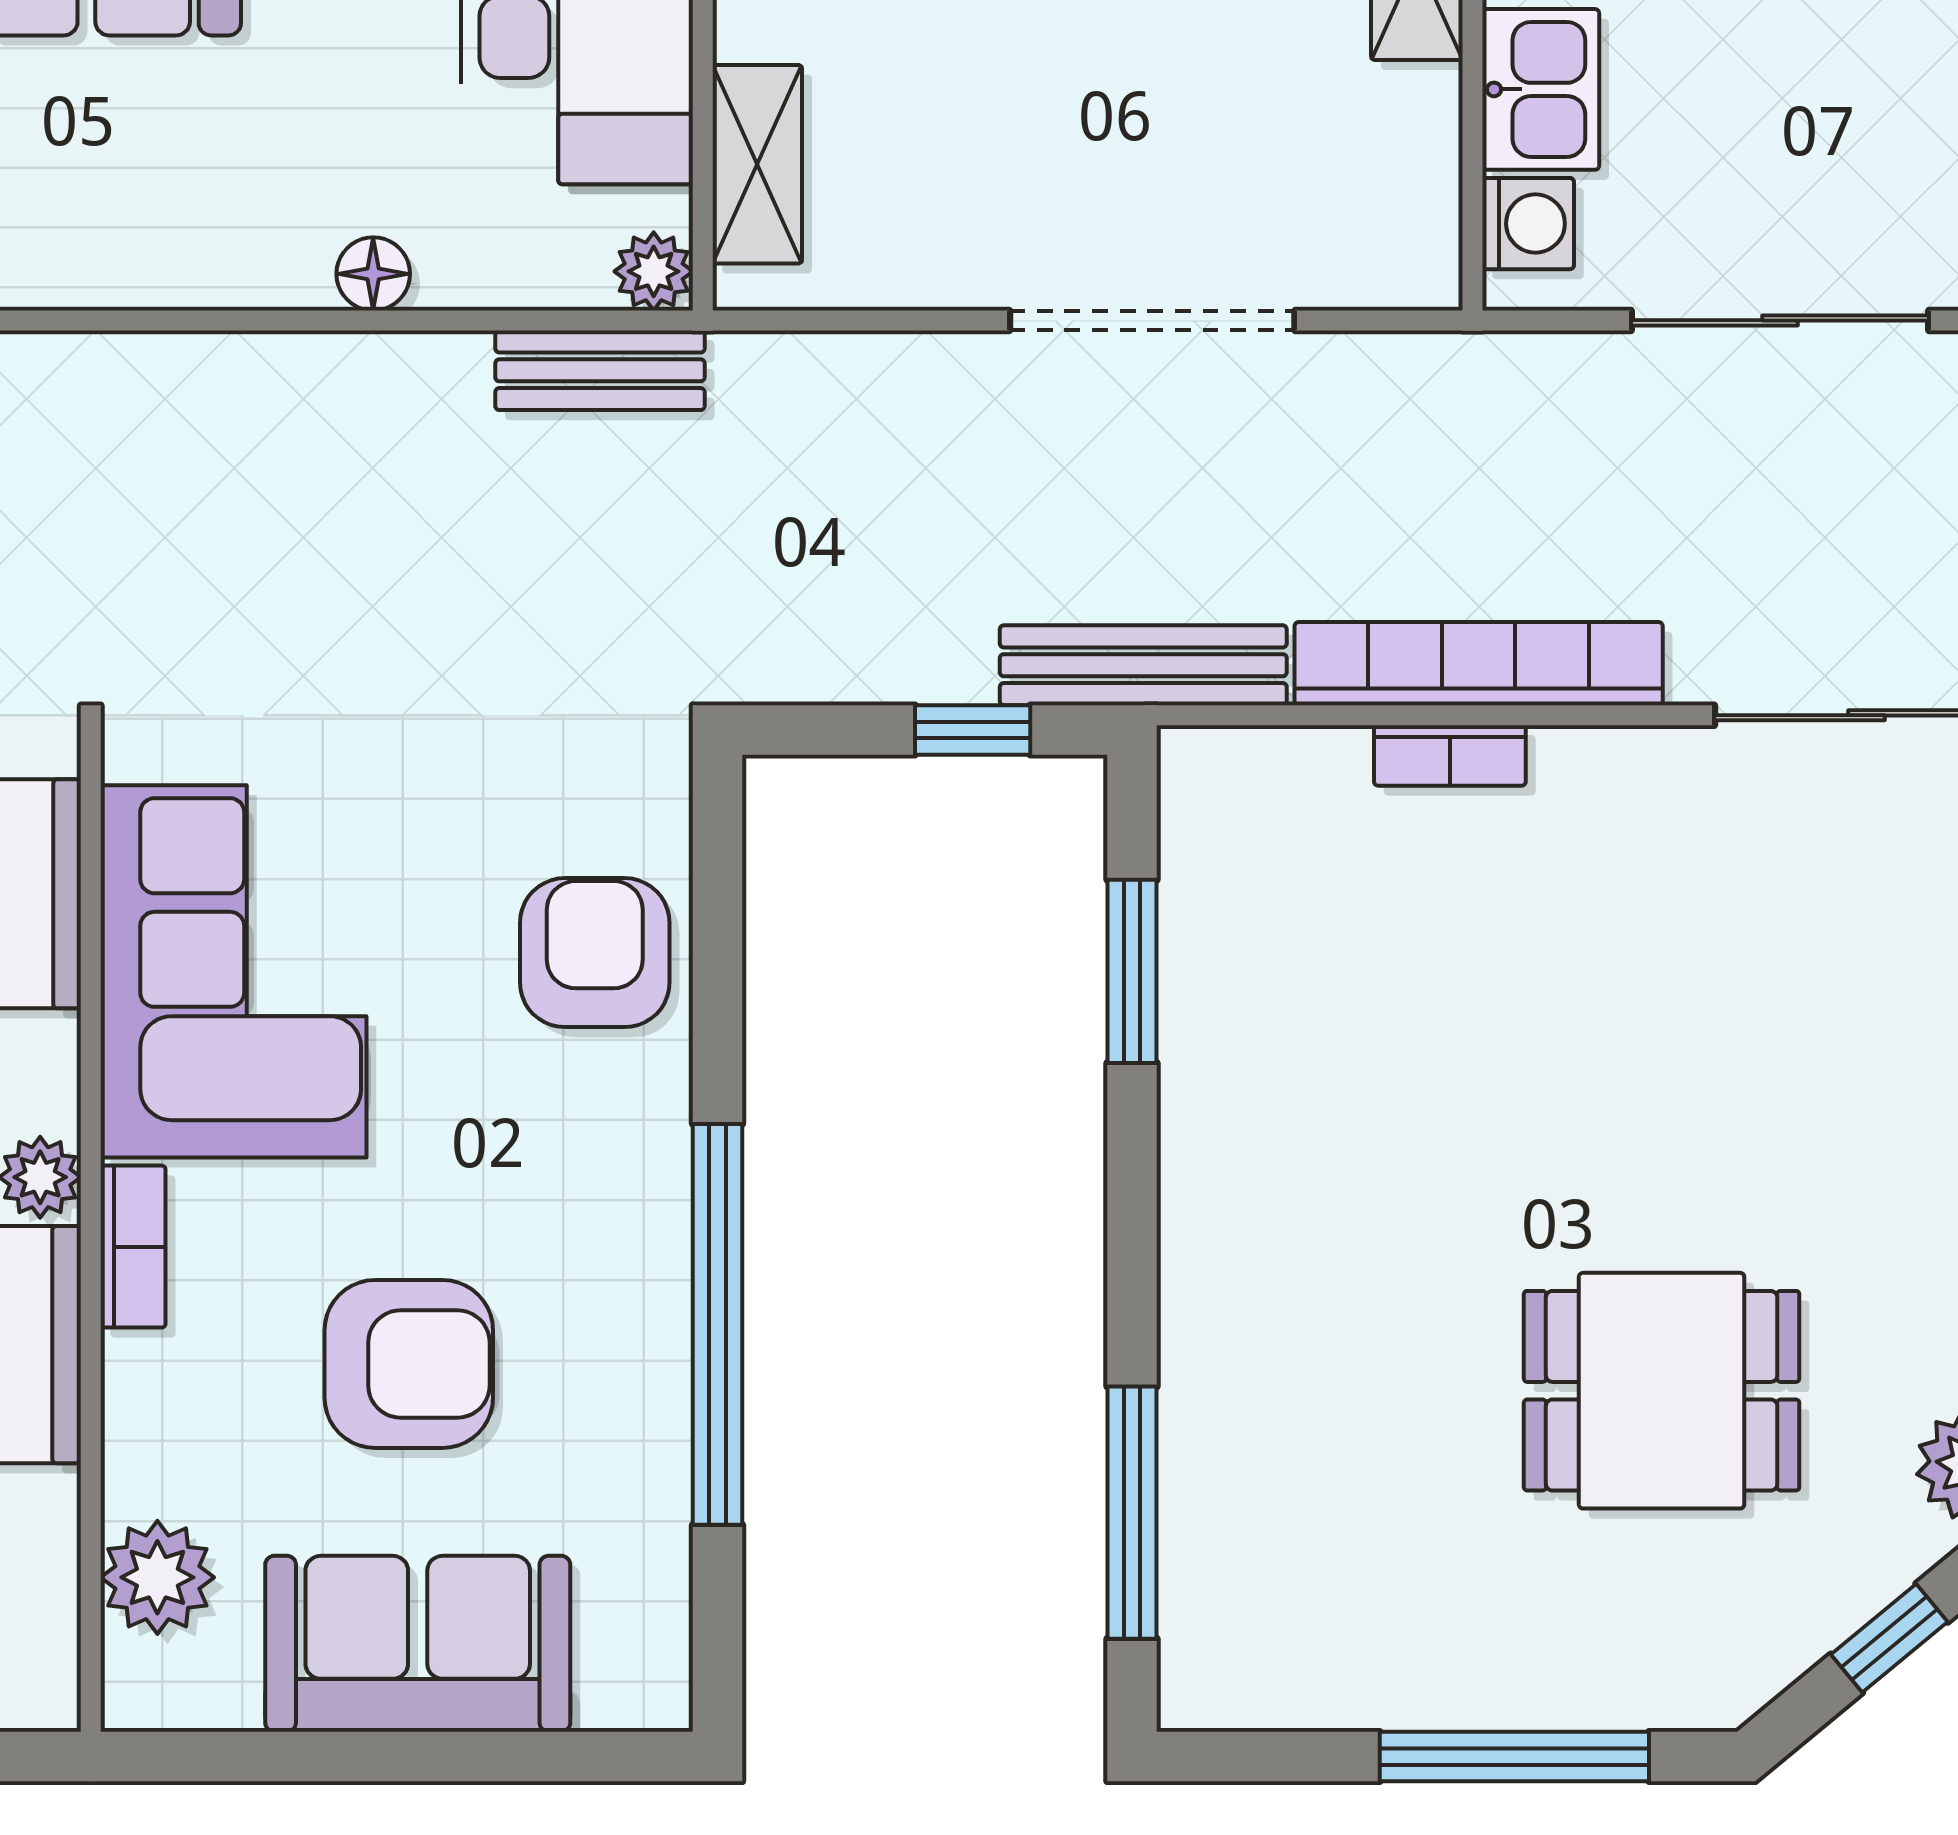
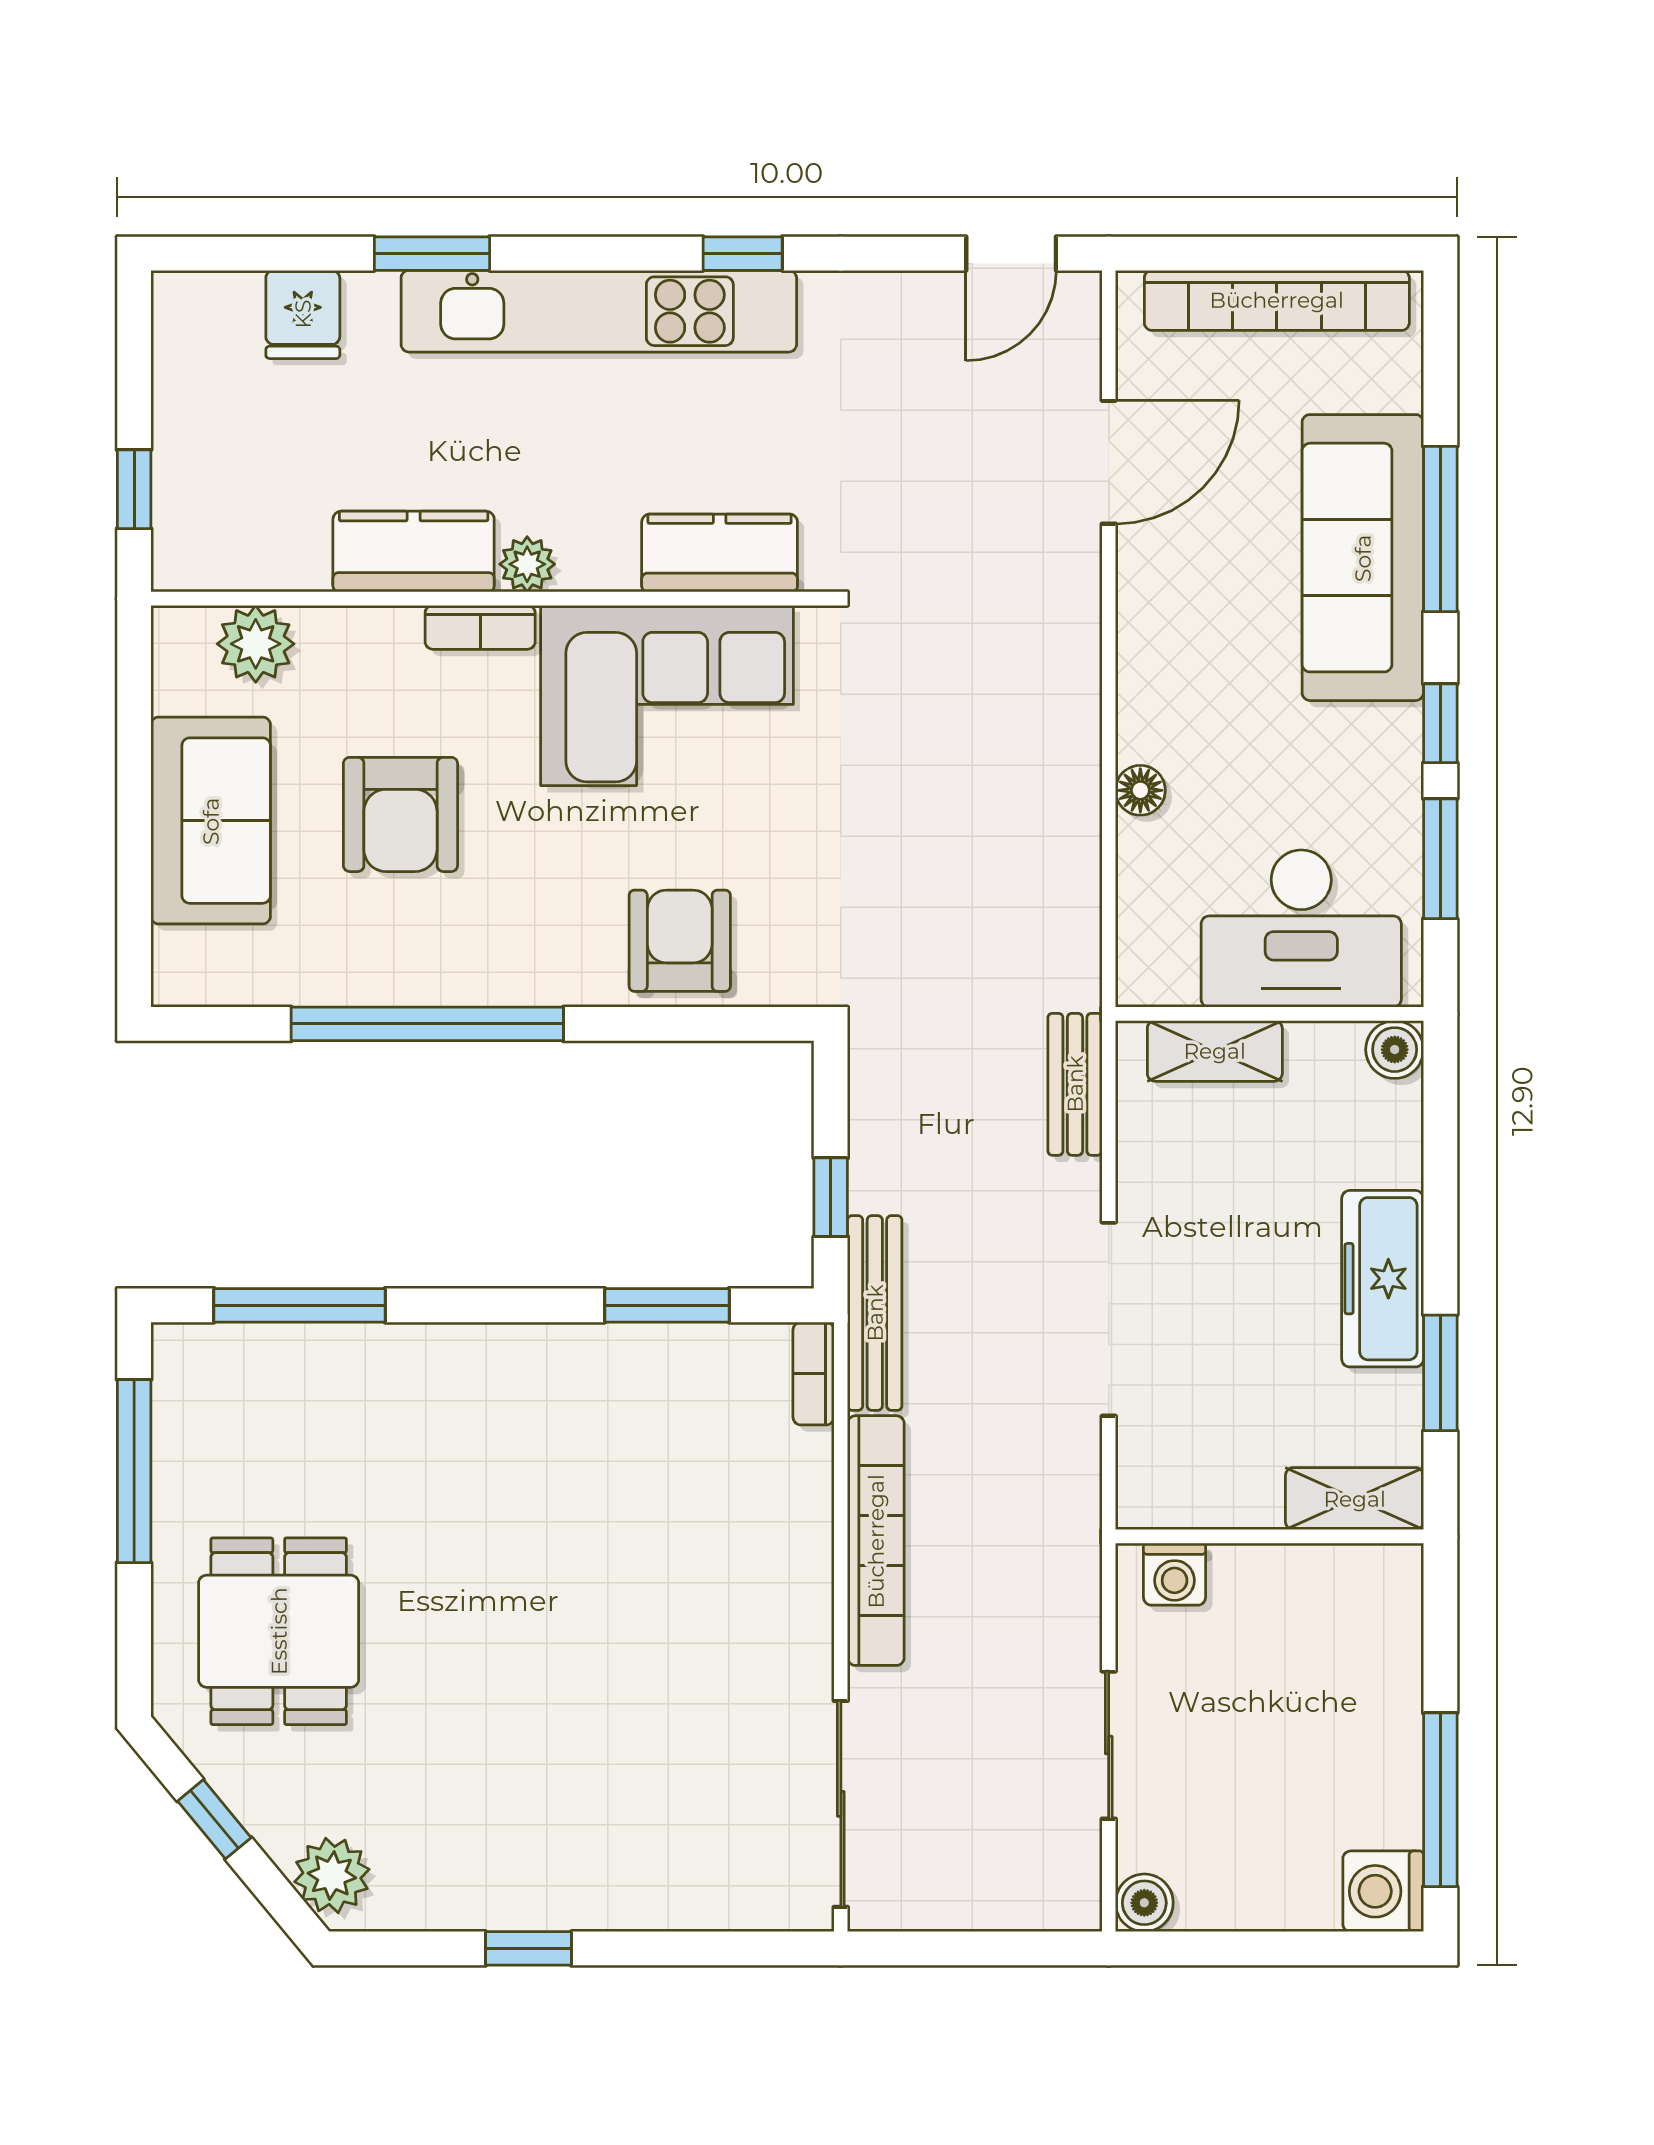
kitchen sink: (1541, 89) -> (1266, 1583), removed
plant: (654, 271) -> (1142, 981), removed
sliding door: (1780, 320) -> (1109, 1745), width x0.73
bench: (600, 370) -> (1075, 1084), moved
bookcase: (1450, 755) -> (813, 1373), moved
armchair: (595, 953) -> (680, 941), turned -90
dining table: (1662, 1391) -> (279, 1631), moved
window: (1514, 1757) -> (134, 1471), moved

